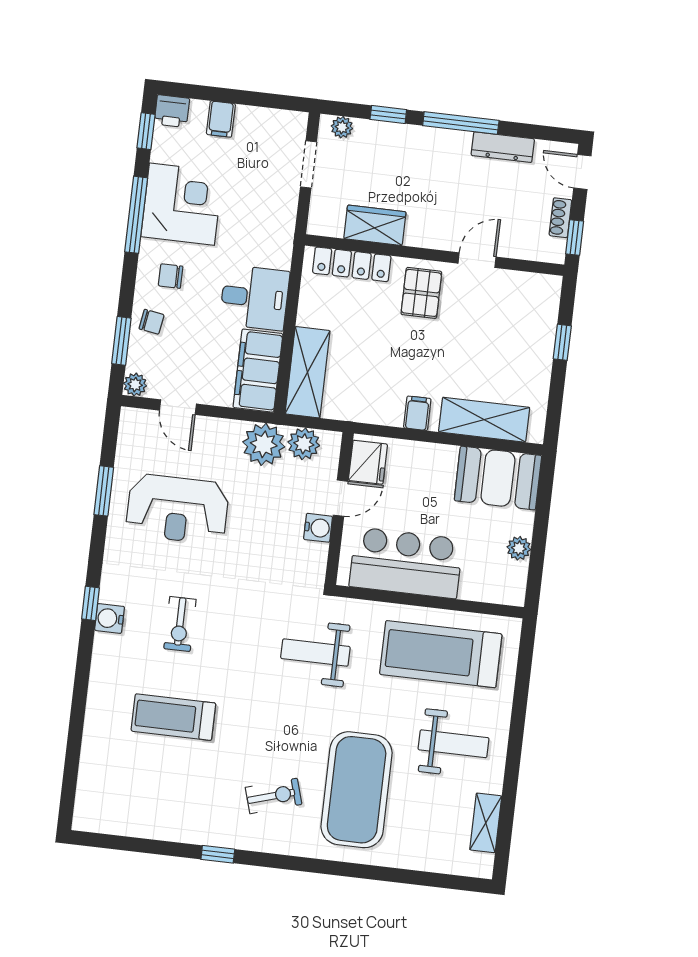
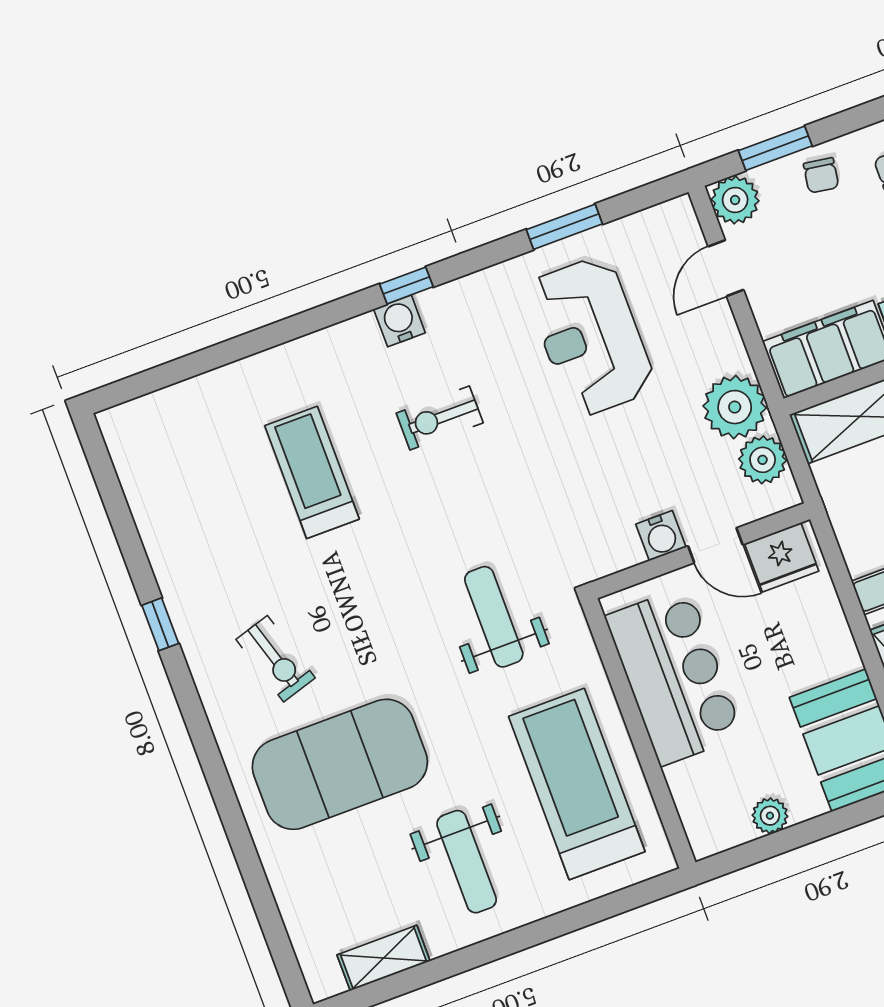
plant: (135, 385) -> (735, 200), width x1.38, depth x1.38

